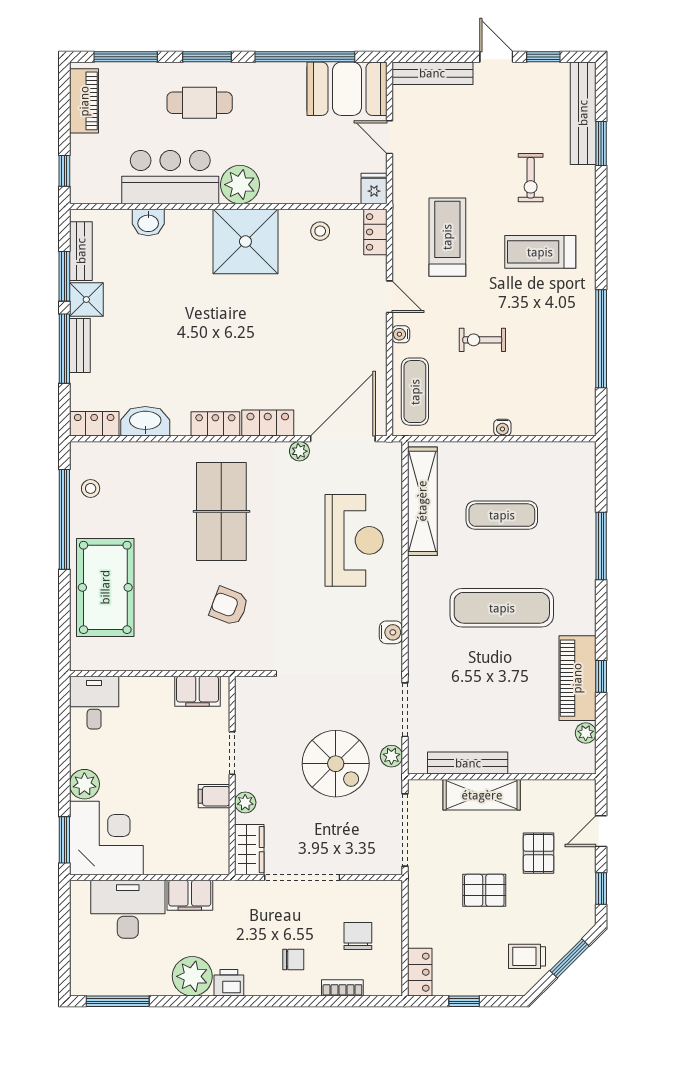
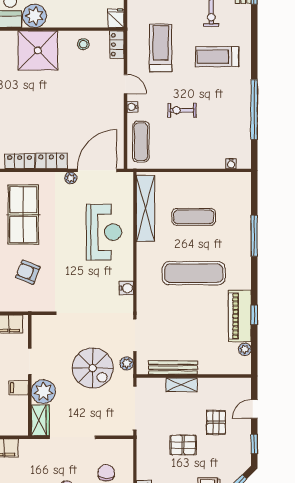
water cooler: (502, 428) -> (231, 164), moved
shelving: (482, 795) -> (181, 385), width x0.67, depth x0.75
plant: (245, 803) -> (43, 392), width x1.87, depth x1.87

